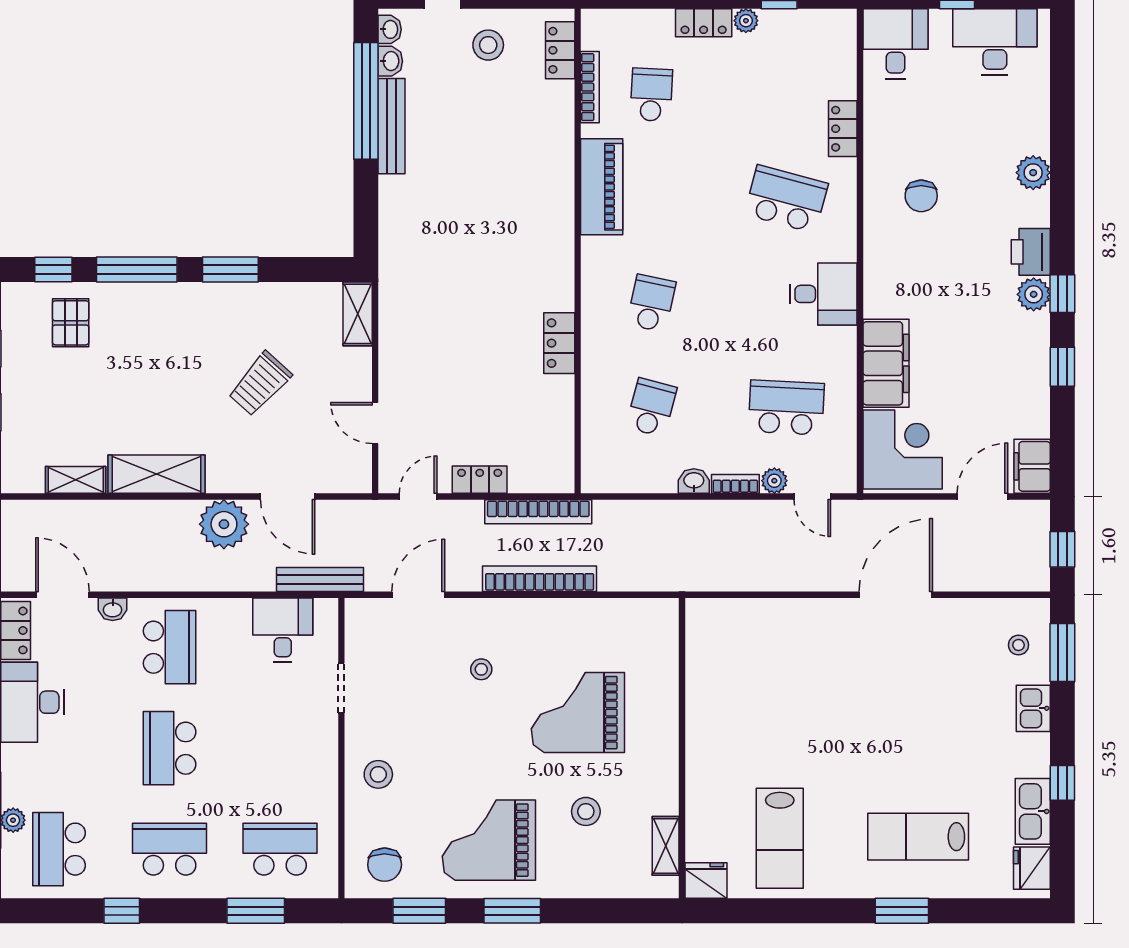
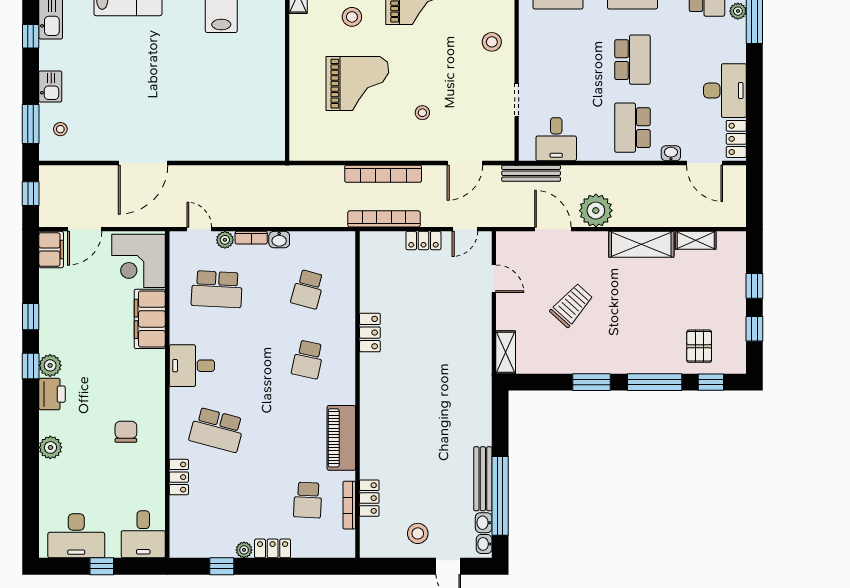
locker: (560, 50) -> (369, 498), moved

